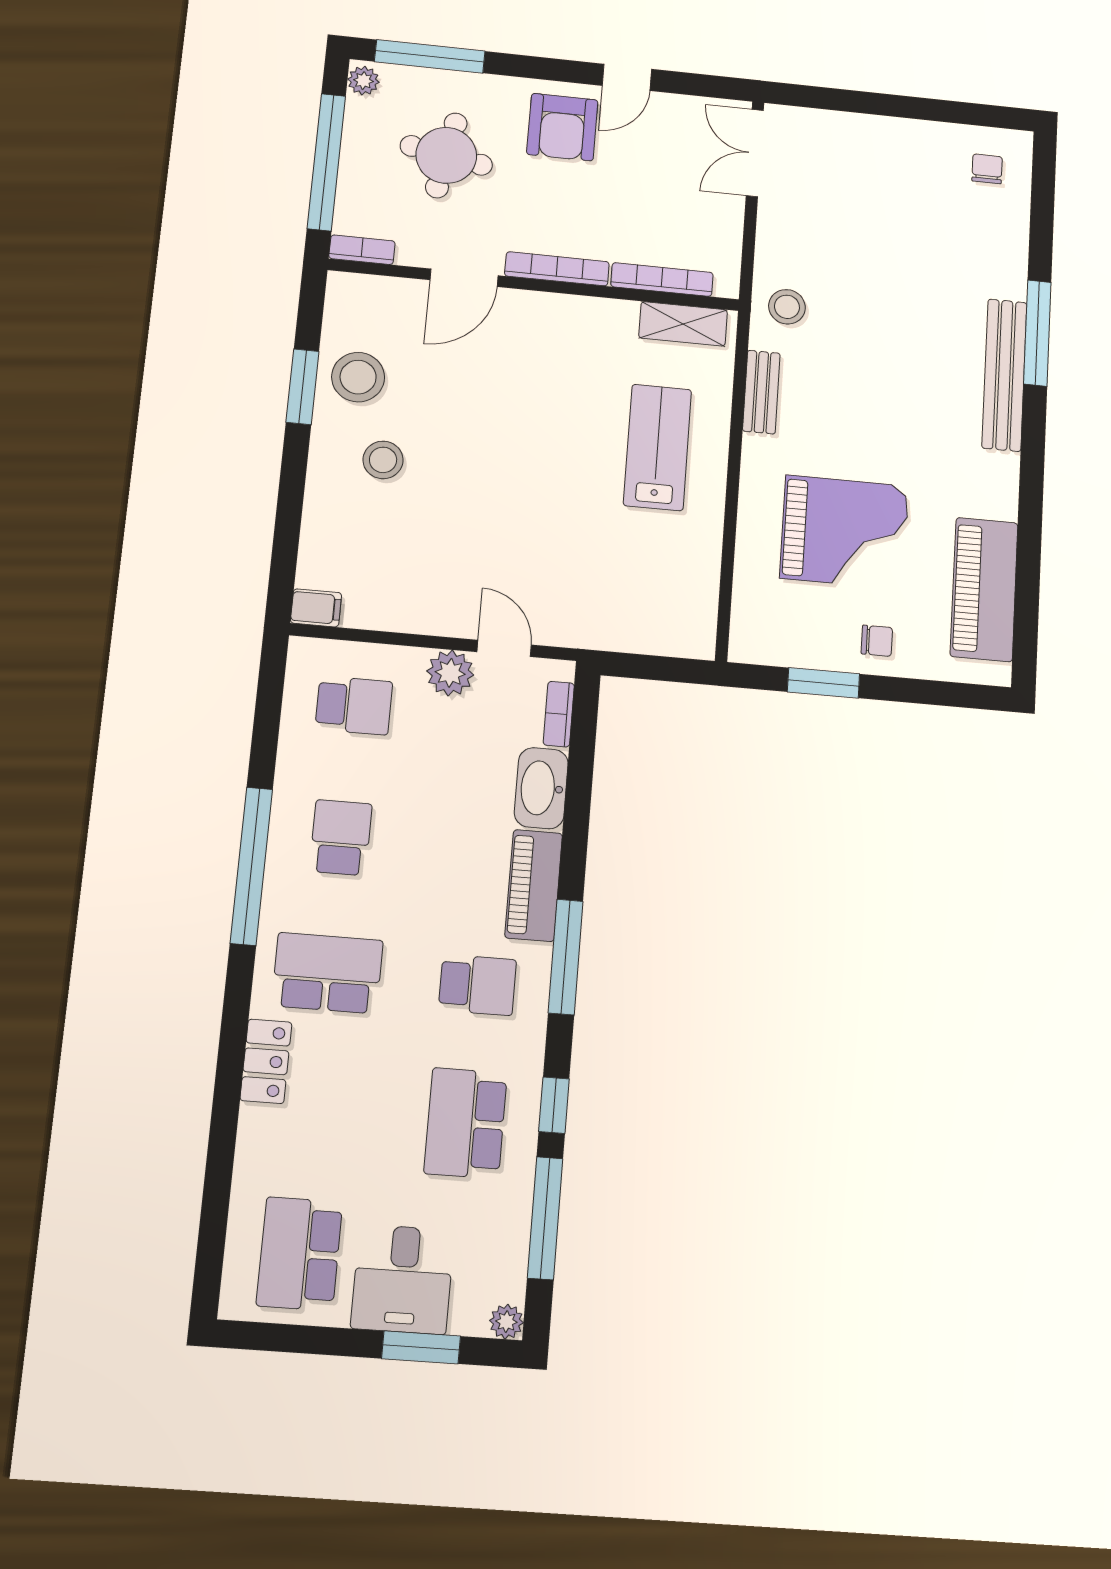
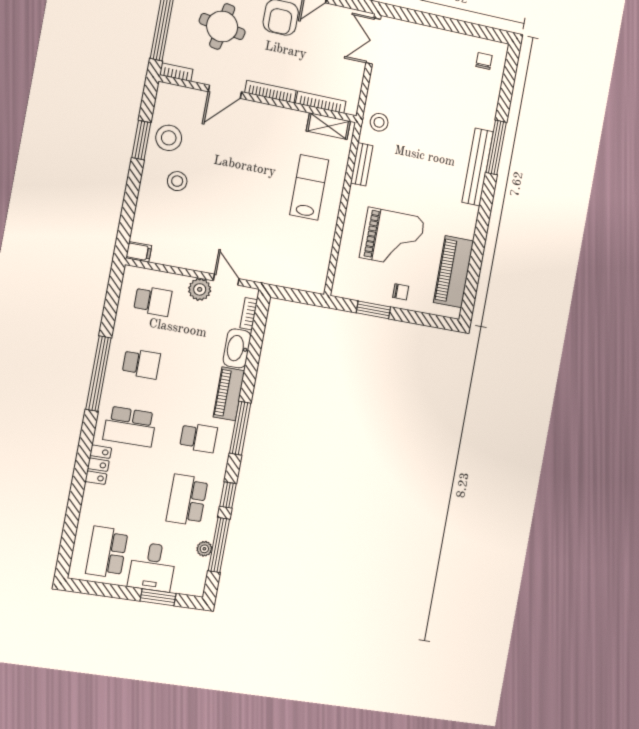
school desk: (341, 838) -> (141, 364), turned 90
school desk: (327, 973) -> (130, 426), turned 180
plant: (506, 1322) -> (204, 549), moved

